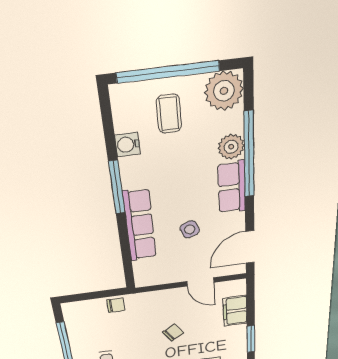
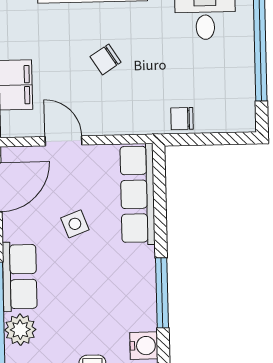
row of seats: (140, 225) -> (138, 194), moved

